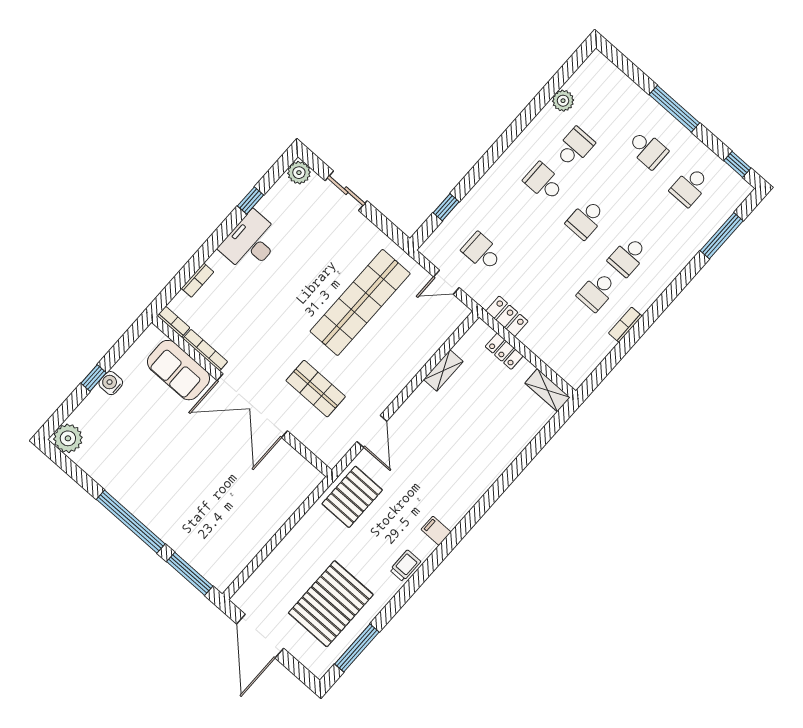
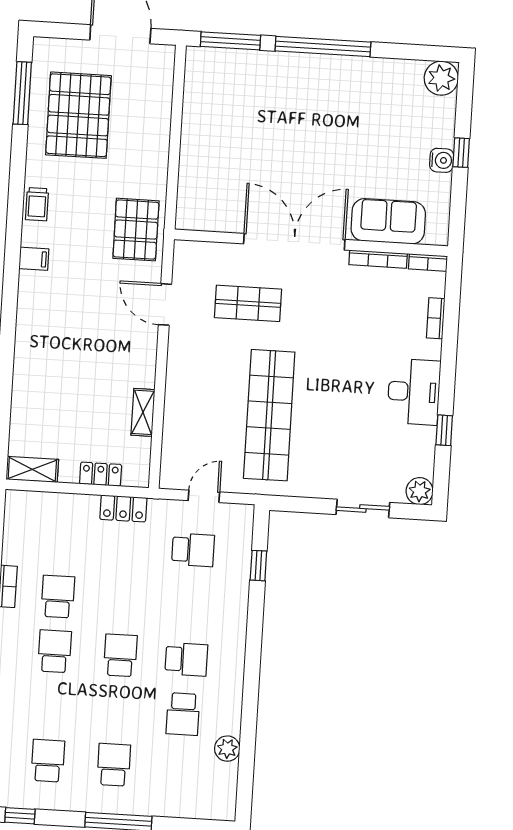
school desk: (648, 149) -> (114, 765), turned 90

